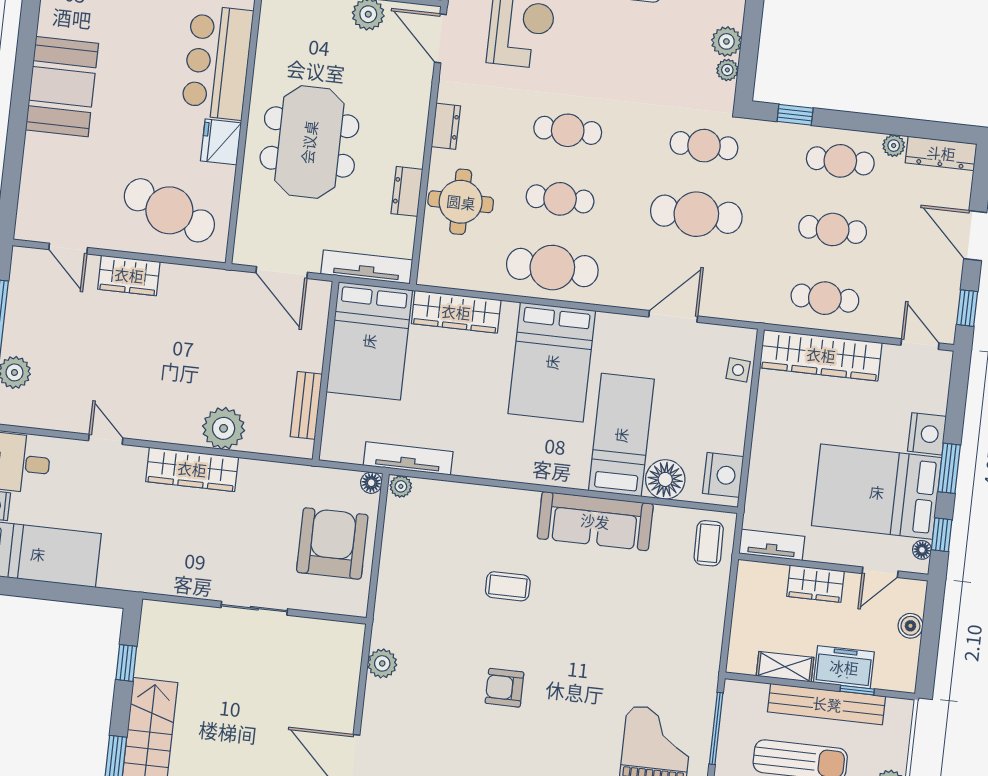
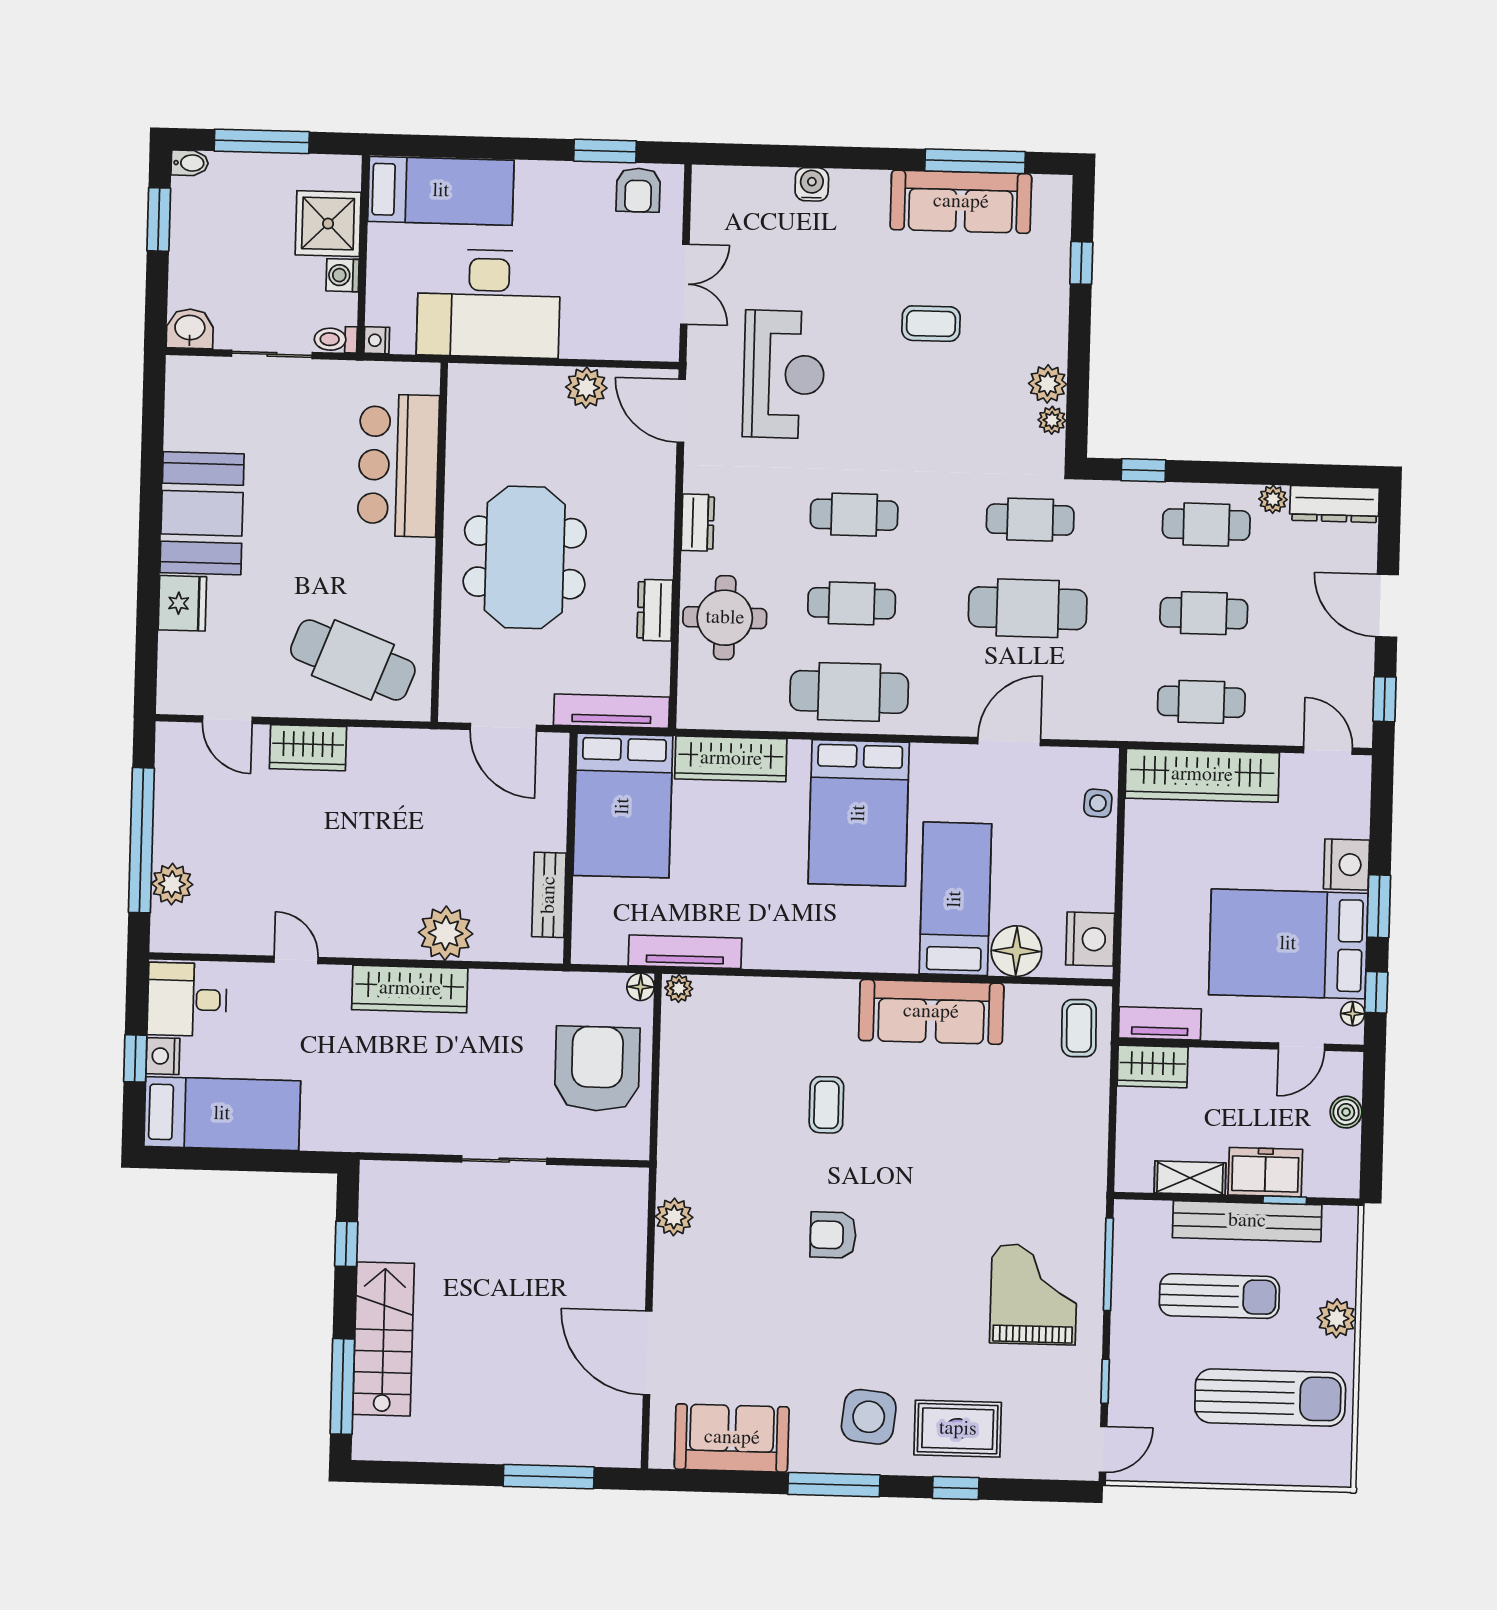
fridge: (221, 142) -> (182, 603), moved, turned 180
wardrobe: (816, 584) -> (1153, 1066), moved
coffee table: (508, 586) -> (826, 1105), turned 90

